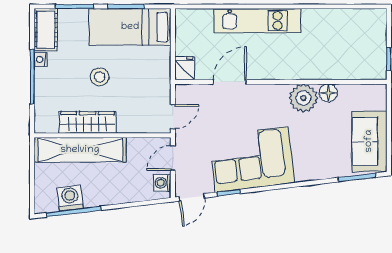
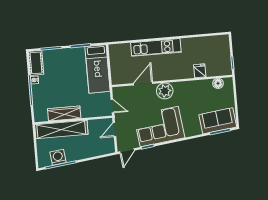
bed: (130, 27) -> (98, 69), moved, turned -90
fridge: (185, 68) -> (200, 71), moved
stool: (100, 77) -> (69, 87), removed
floor lamp: (328, 93) -> (218, 83), moved
plant: (303, 98) -> (165, 91), moved
door: (173, 117) -> (112, 106), hinge flipped
sofa: (369, 141) -> (218, 121), moved, turned 83
washing machine: (162, 183) -> (110, 144), removed

